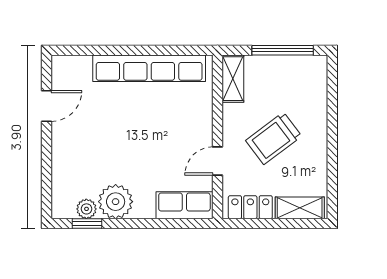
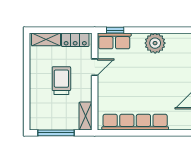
trolley: (274, 138) -> (61, 81), turned -53
plant: (86, 209) -> (172, 39), removed
window: (87, 224) -> (115, 30), moved

